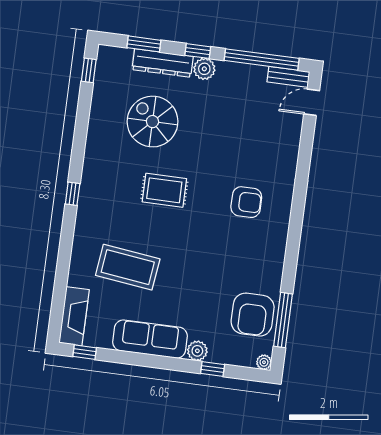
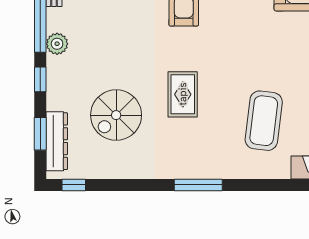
dresser: (163, 63) -> (57, 141), moved
plant: (204, 69) -> (57, 44), moved
window: (73, 194) -> (198, 185), width x2.17

